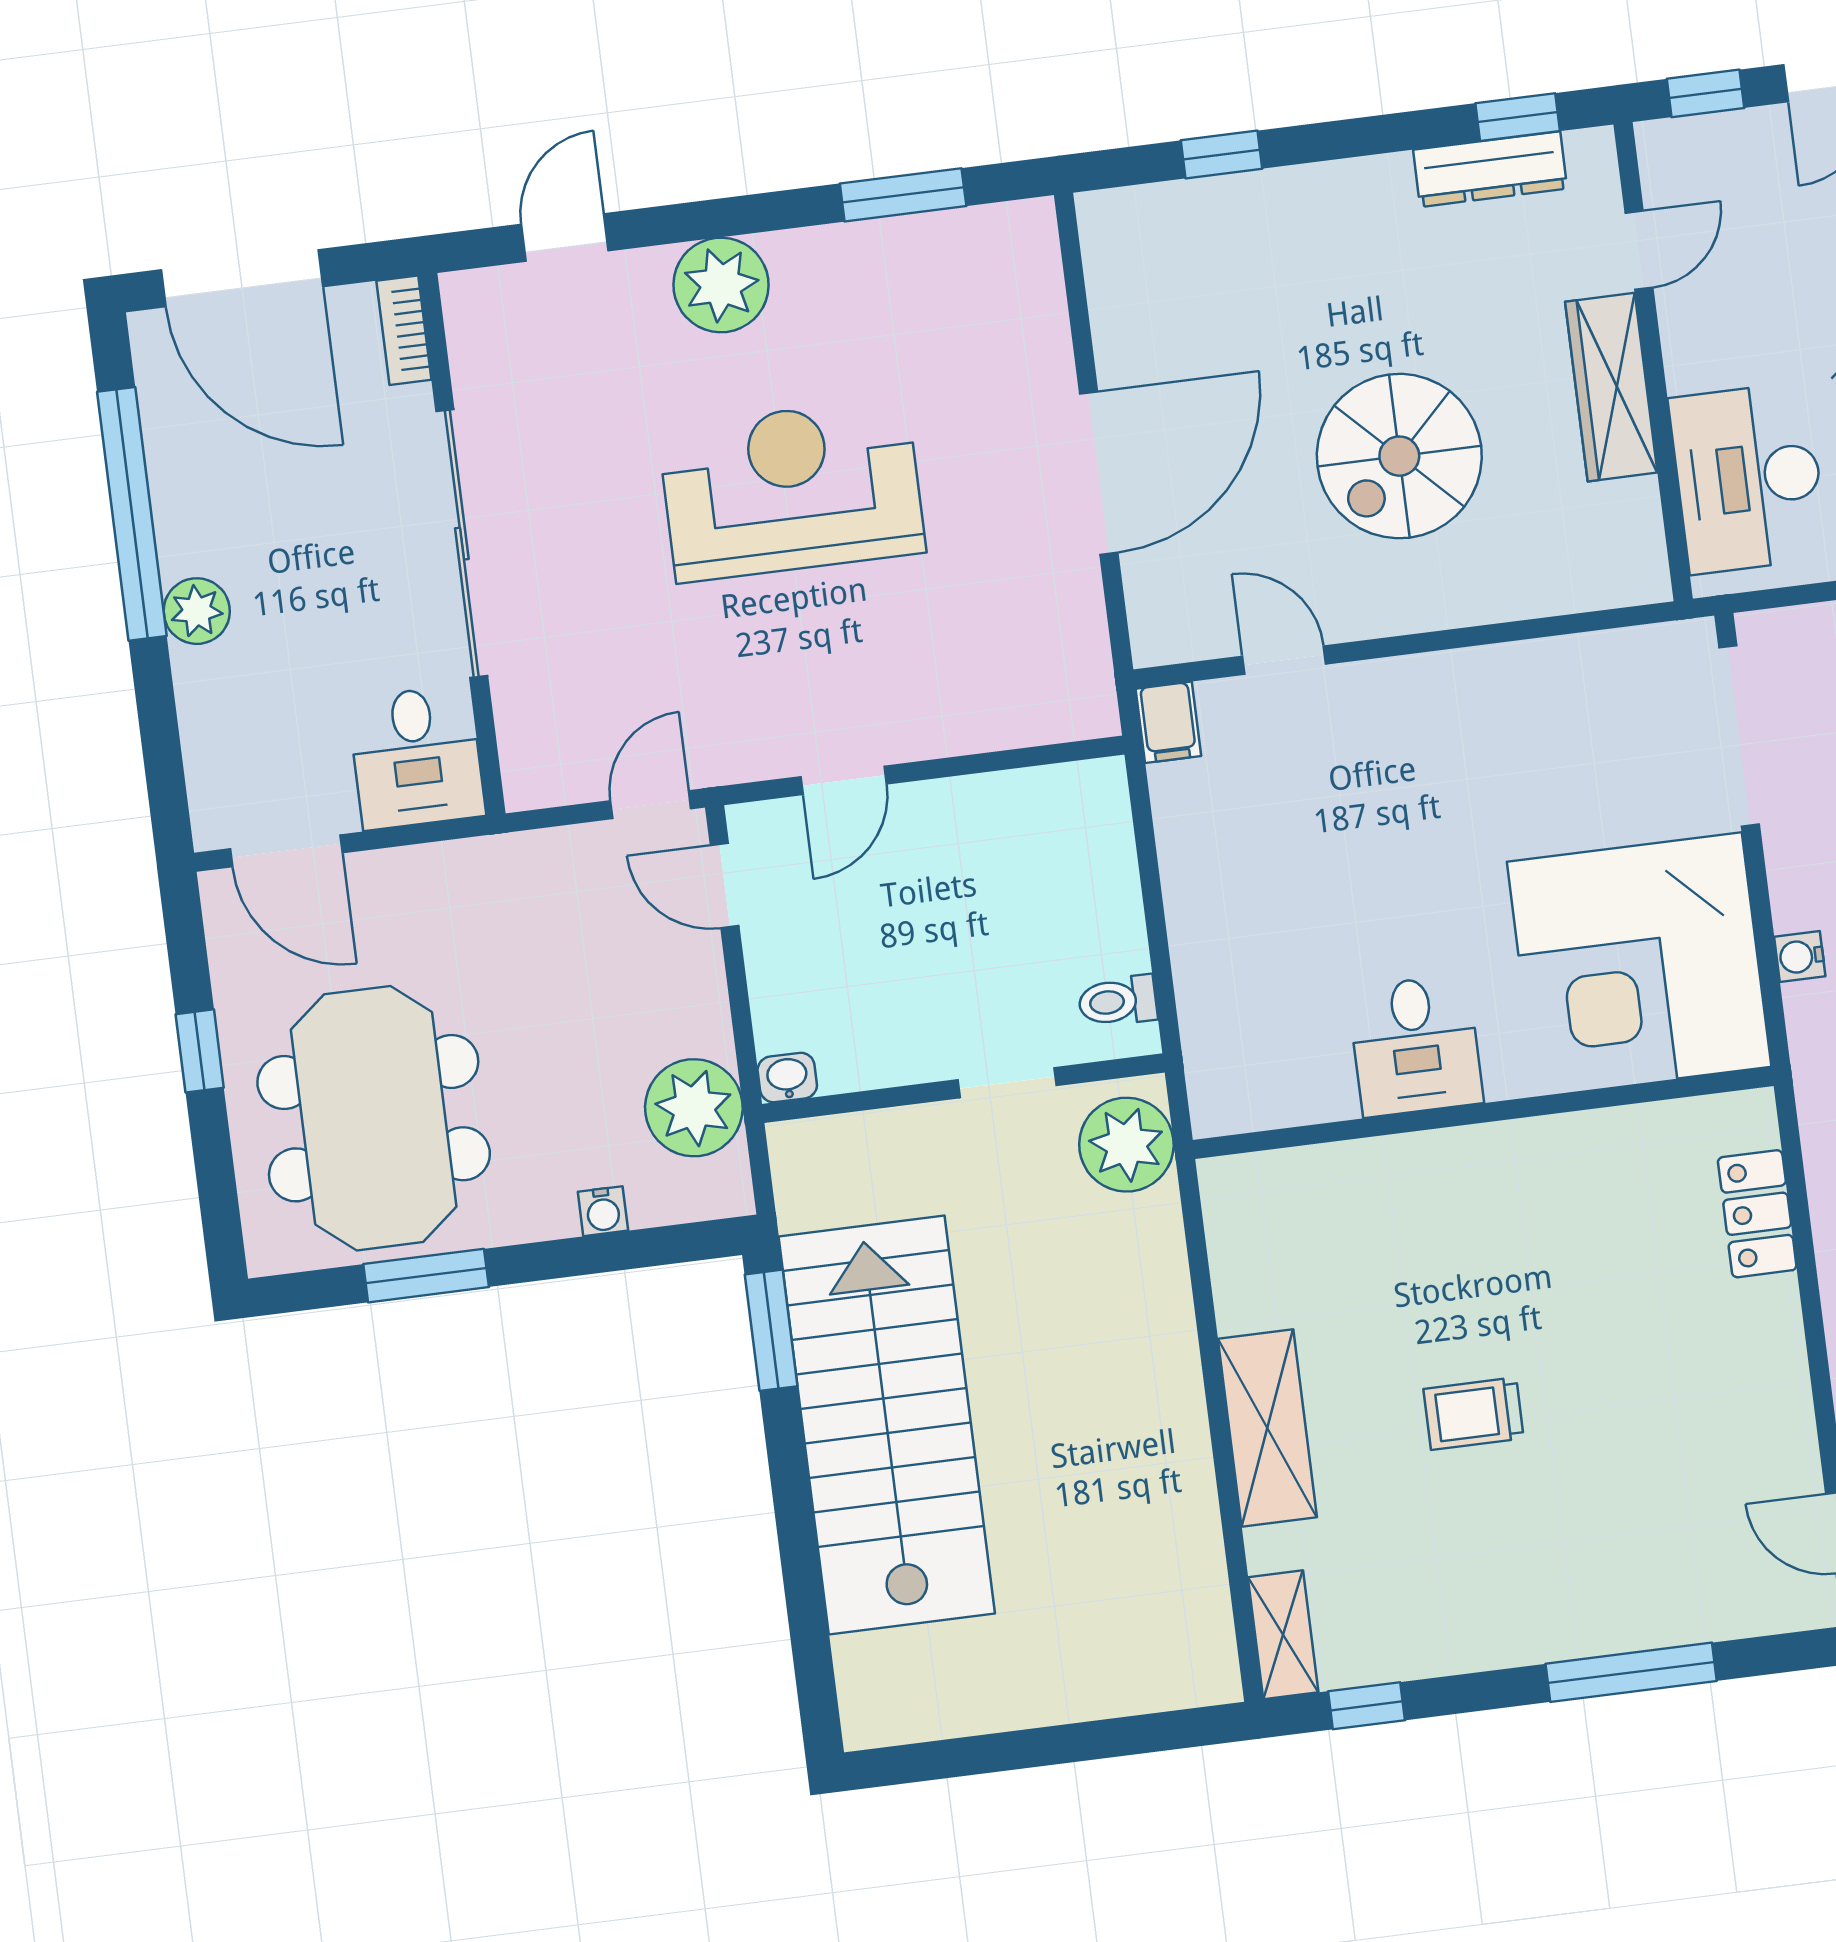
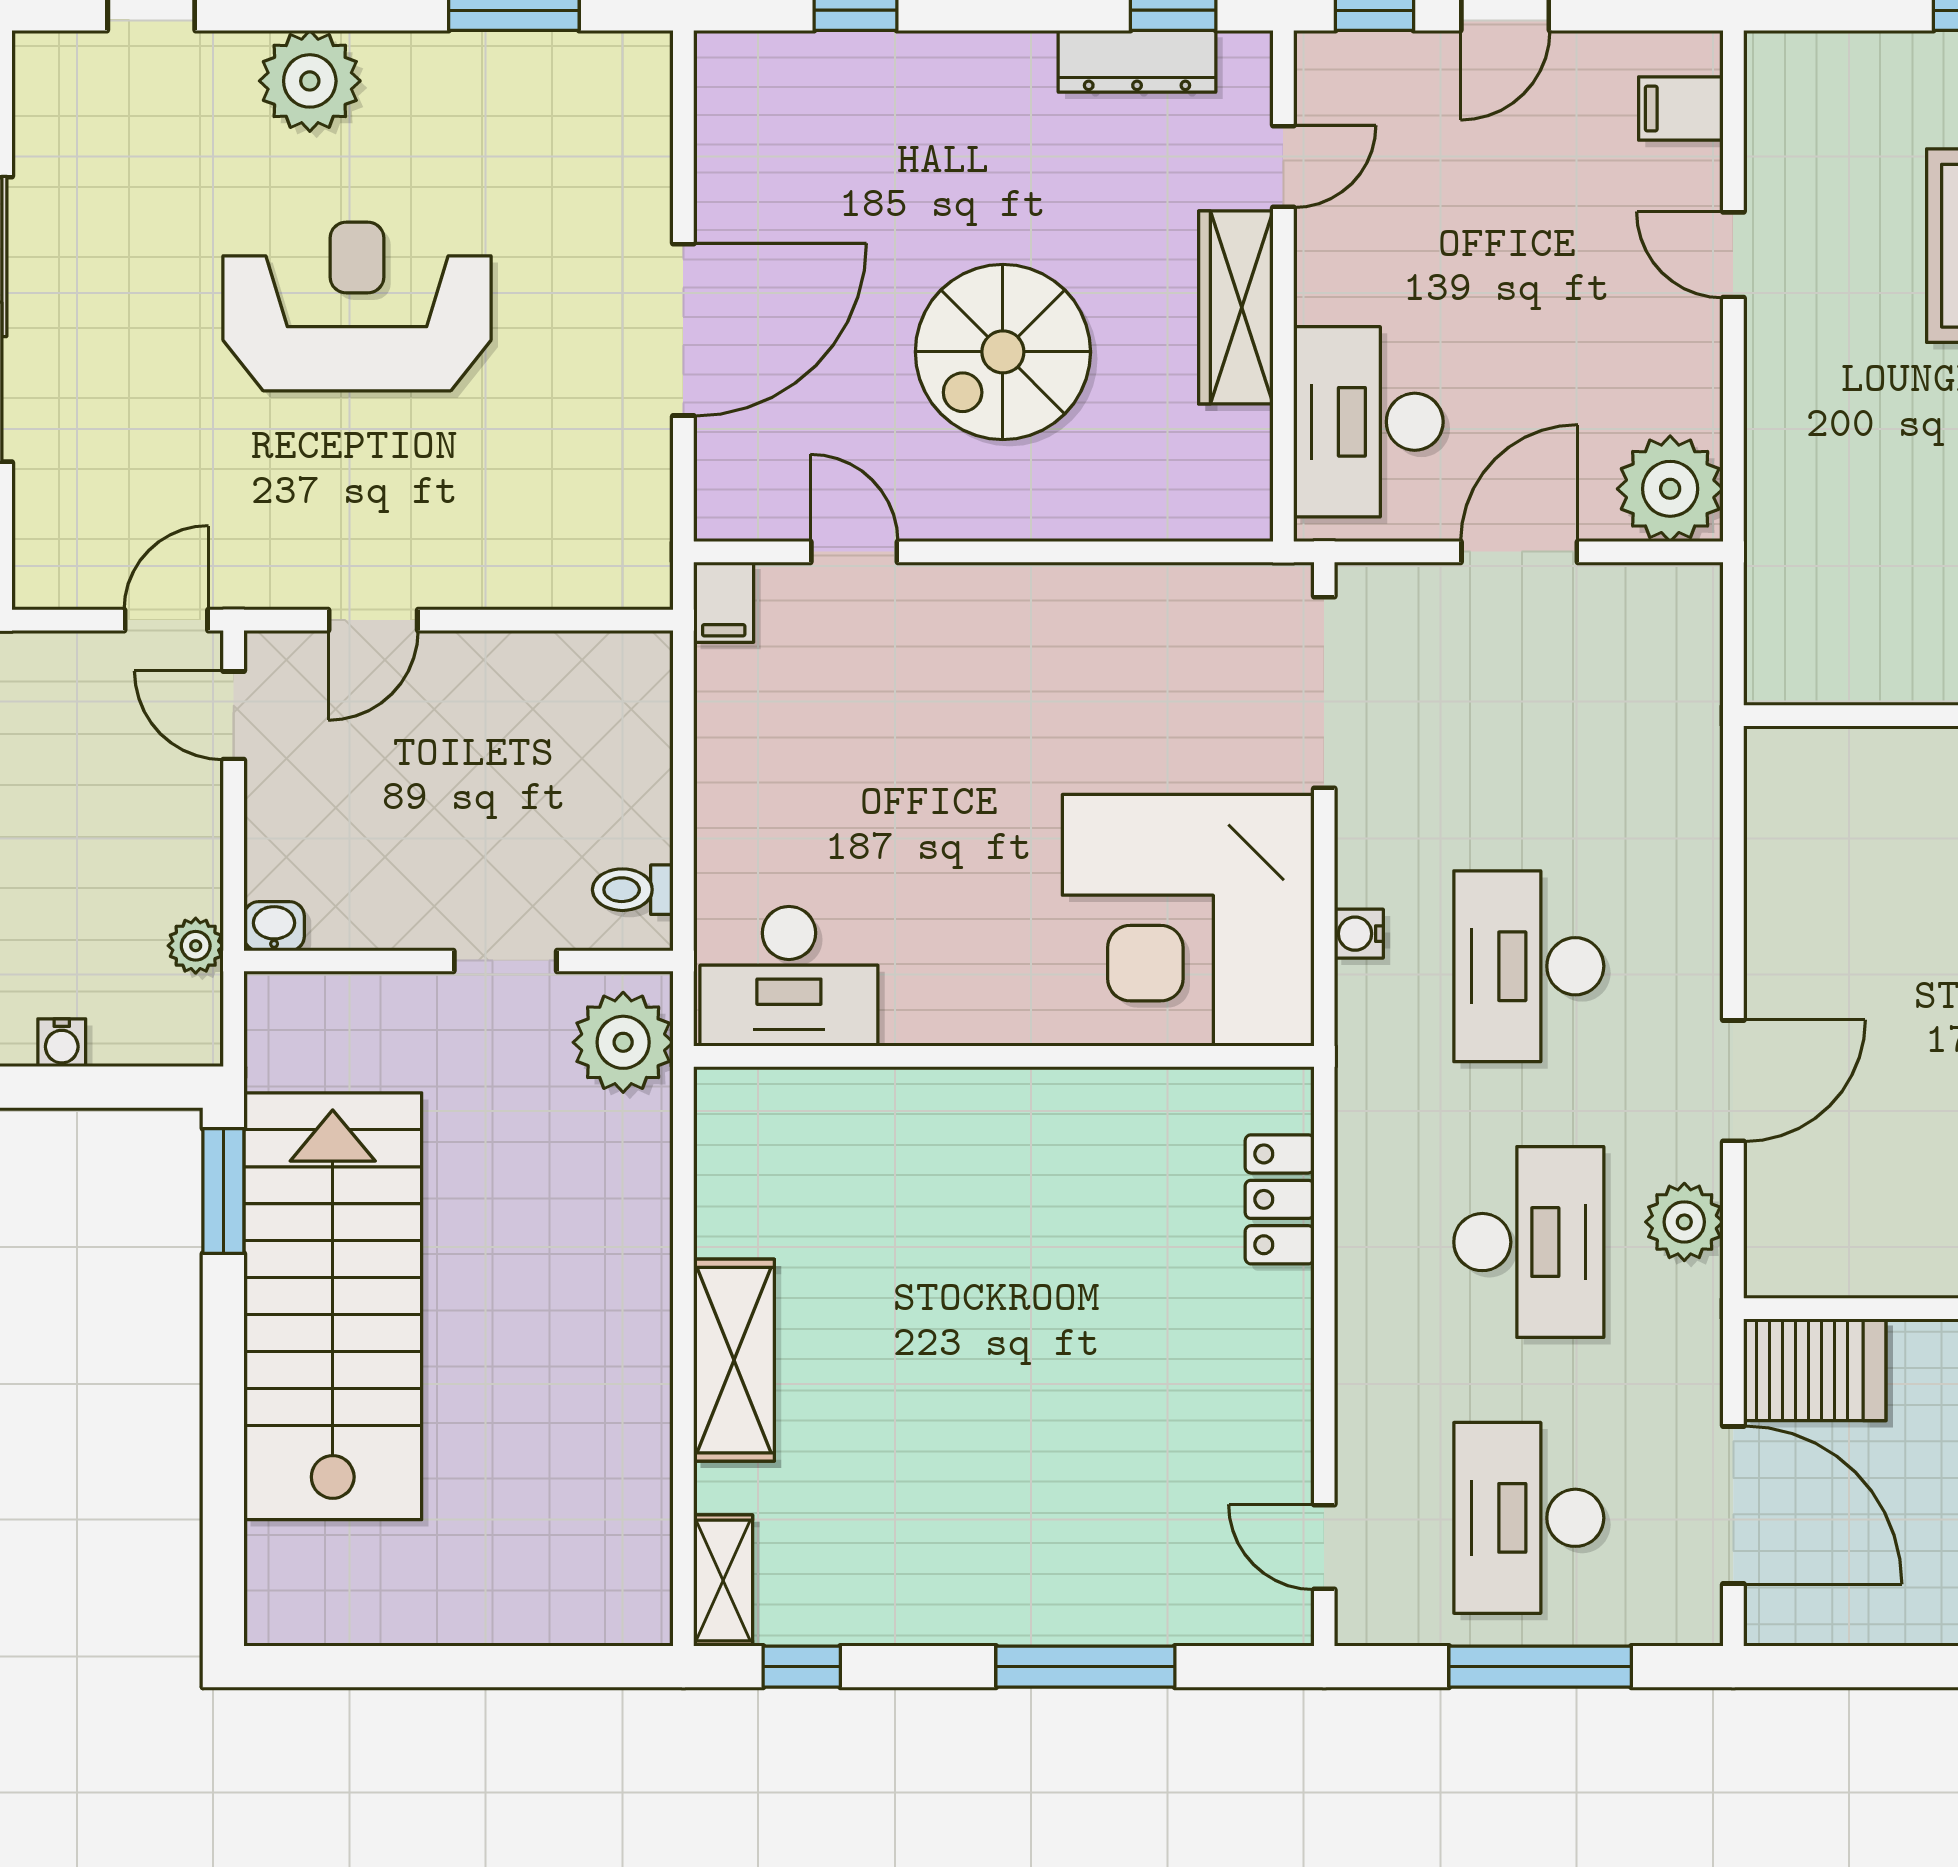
desk: (1415, 1046) -> (789, 976), moved, width x1.37
plant: (694, 1108) -> (196, 946), width x0.53, depth x0.53
trolley: (1474, 1414) -> (954, 1372), removed

